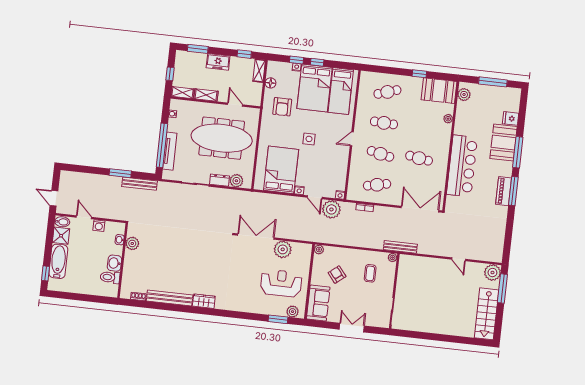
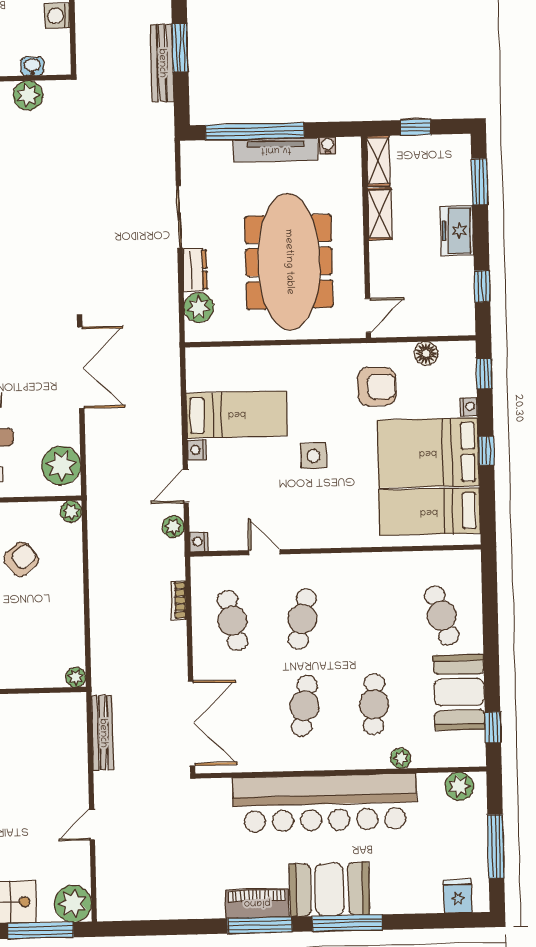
window: (297, 60) -> (484, 373), moved
shelving: (259, 71) -> (450, 324), removed
window: (419, 74) -> (493, 727), moved
booth: (439, 91) -> (459, 692), moved
door: (235, 105) -> (368, 315), moved
armchair: (282, 107) -> (377, 387), turned 180
fridge: (511, 118) -> (458, 896), moved
cafe table: (384, 123) -> (374, 704), moved
door: (352, 139) -> (264, 552), moved
booth: (504, 142) -> (329, 889), moved
tv unit: (170, 151) -> (276, 150), moved
bar counter: (462, 166) -> (325, 803), width x1.36
bed: (281, 170) -> (237, 414), width x0.67
bench: (140, 184) -> (162, 63), moved
plant: (331, 209) -> (173, 527), width x0.53, depth x0.53
bench: (400, 247) -> (103, 733), moved
plant: (283, 249) -> (61, 466), moved
coffee table: (370, 273) -> (34, 632), removed

